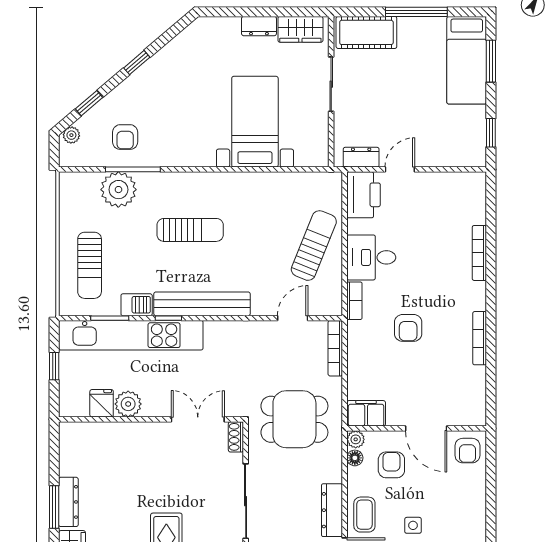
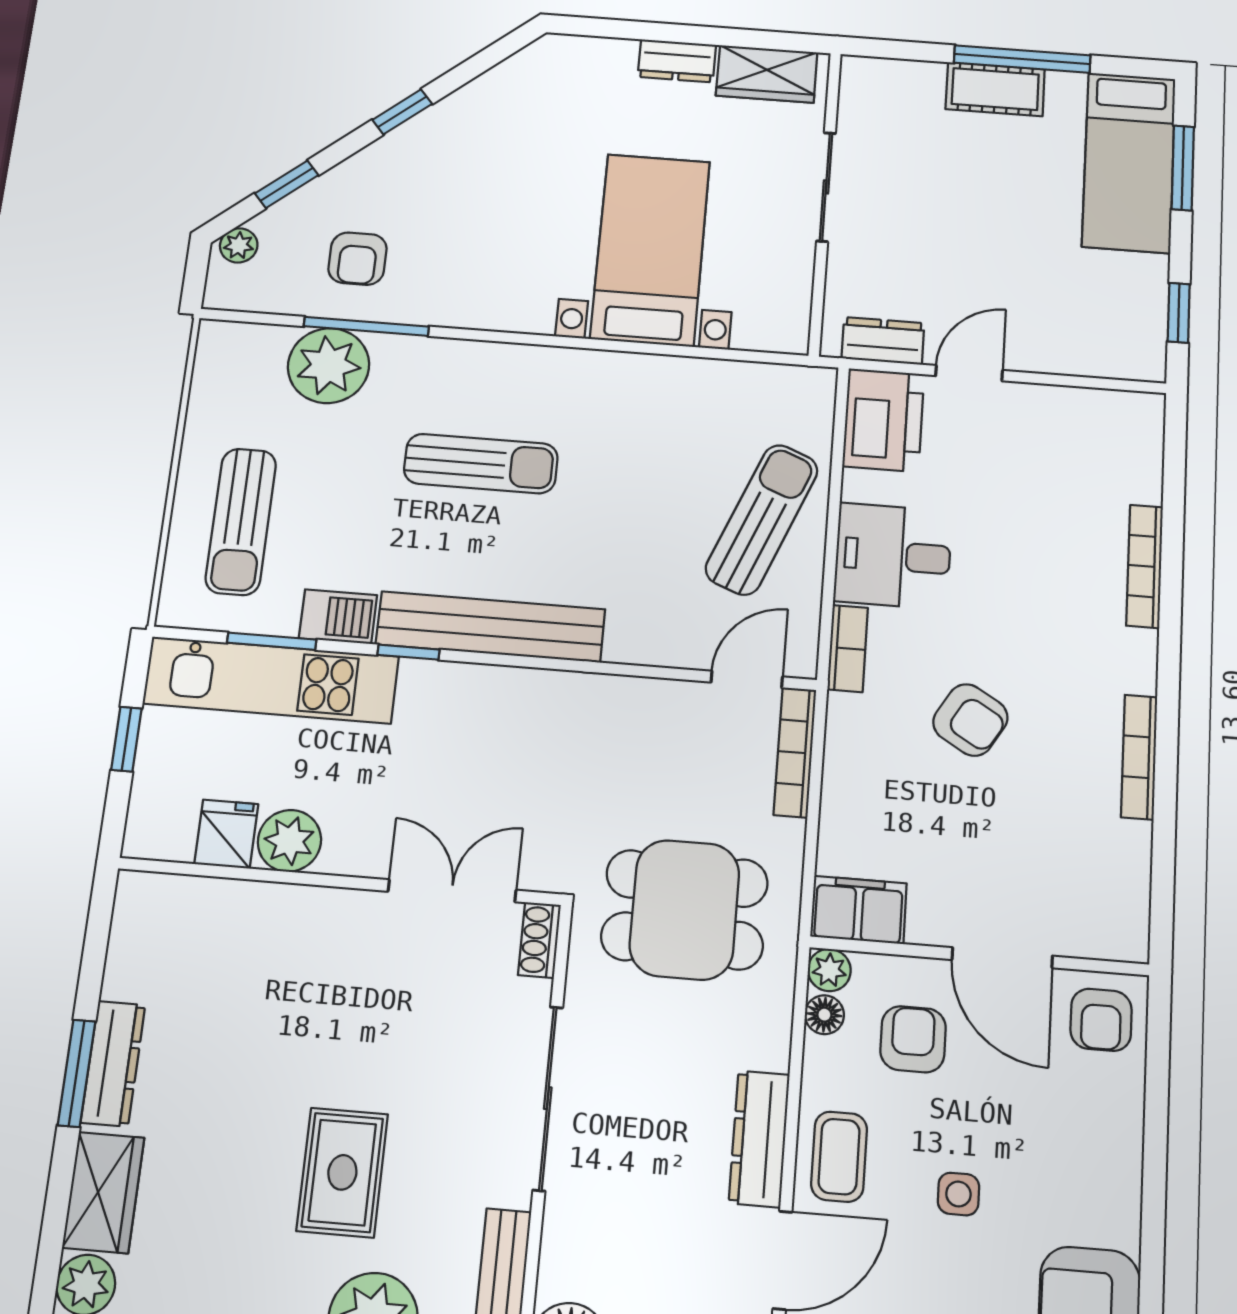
cot: (366, 32) -> (995, 89), moved, width x0.73, depth x0.75
door: (293, 318) -> (747, 679), moved
armchair: (408, 328) -> (970, 720), turned -59
kitchen unit: (131, 335) -> (271, 680), width x0.73

